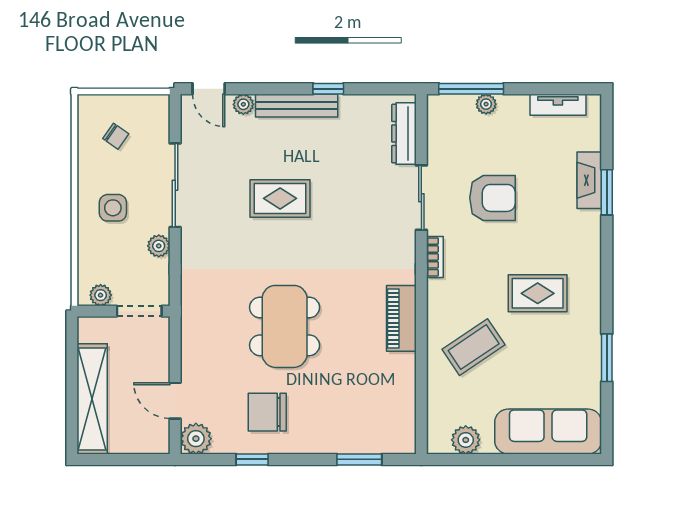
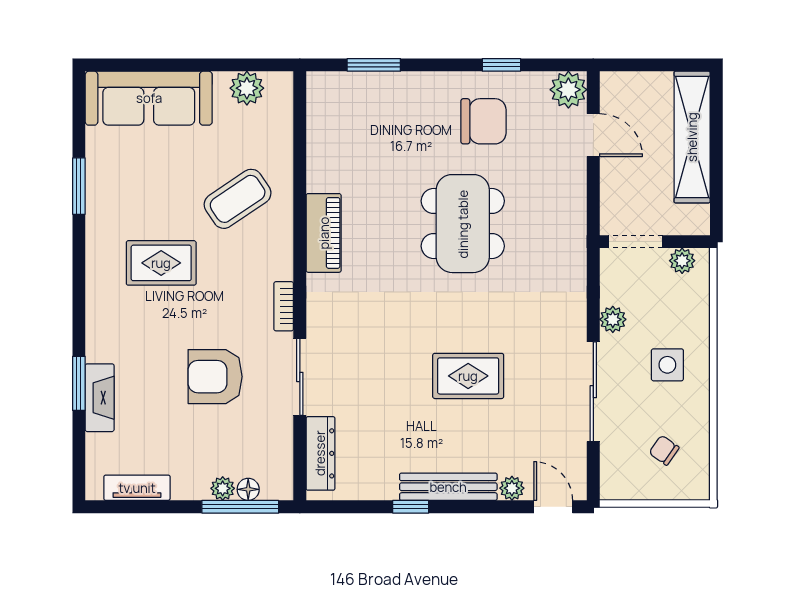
floor lamp: (465, 103) -> (248, 489), added

